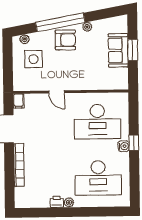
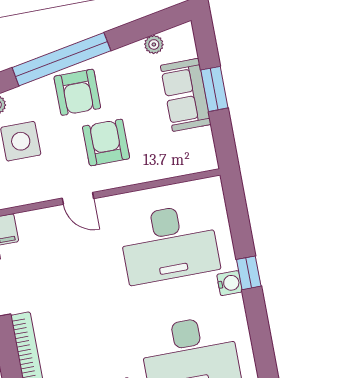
plant: (87, 27) -> (154, 44), moved
armchair: (65, 40) -> (77, 92), turned 90
armchair: (75, 67) -> (106, 142), added

